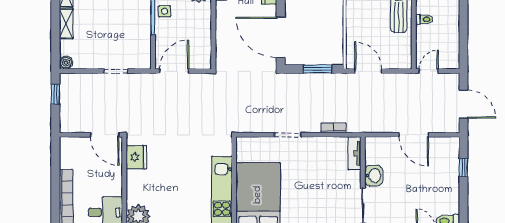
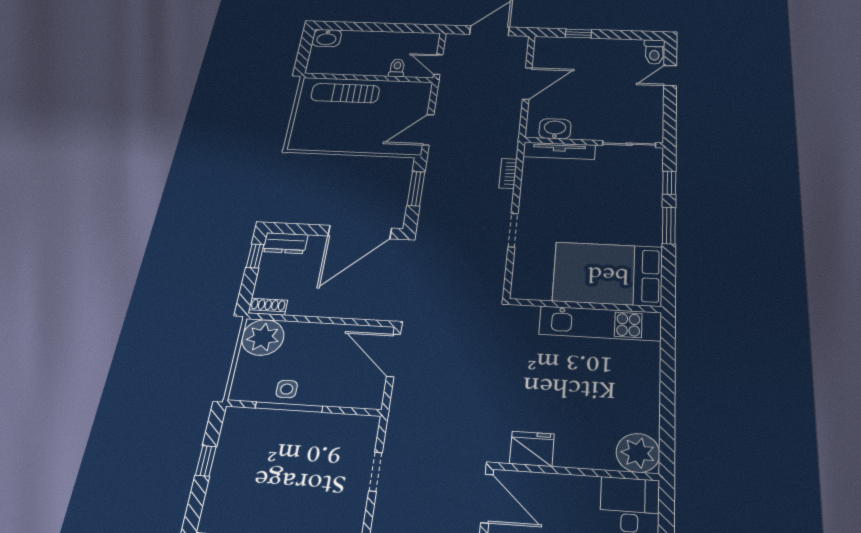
toilet: (424, 19) -> (397, 68), moved
door: (174, 71) -> (393, 355), moved
door: (105, 135) -> (487, 498), hinge flipped
tv unit: (355, 153) -> (559, 151), width x1.41
washbasin: (374, 176) -> (555, 129), moved

